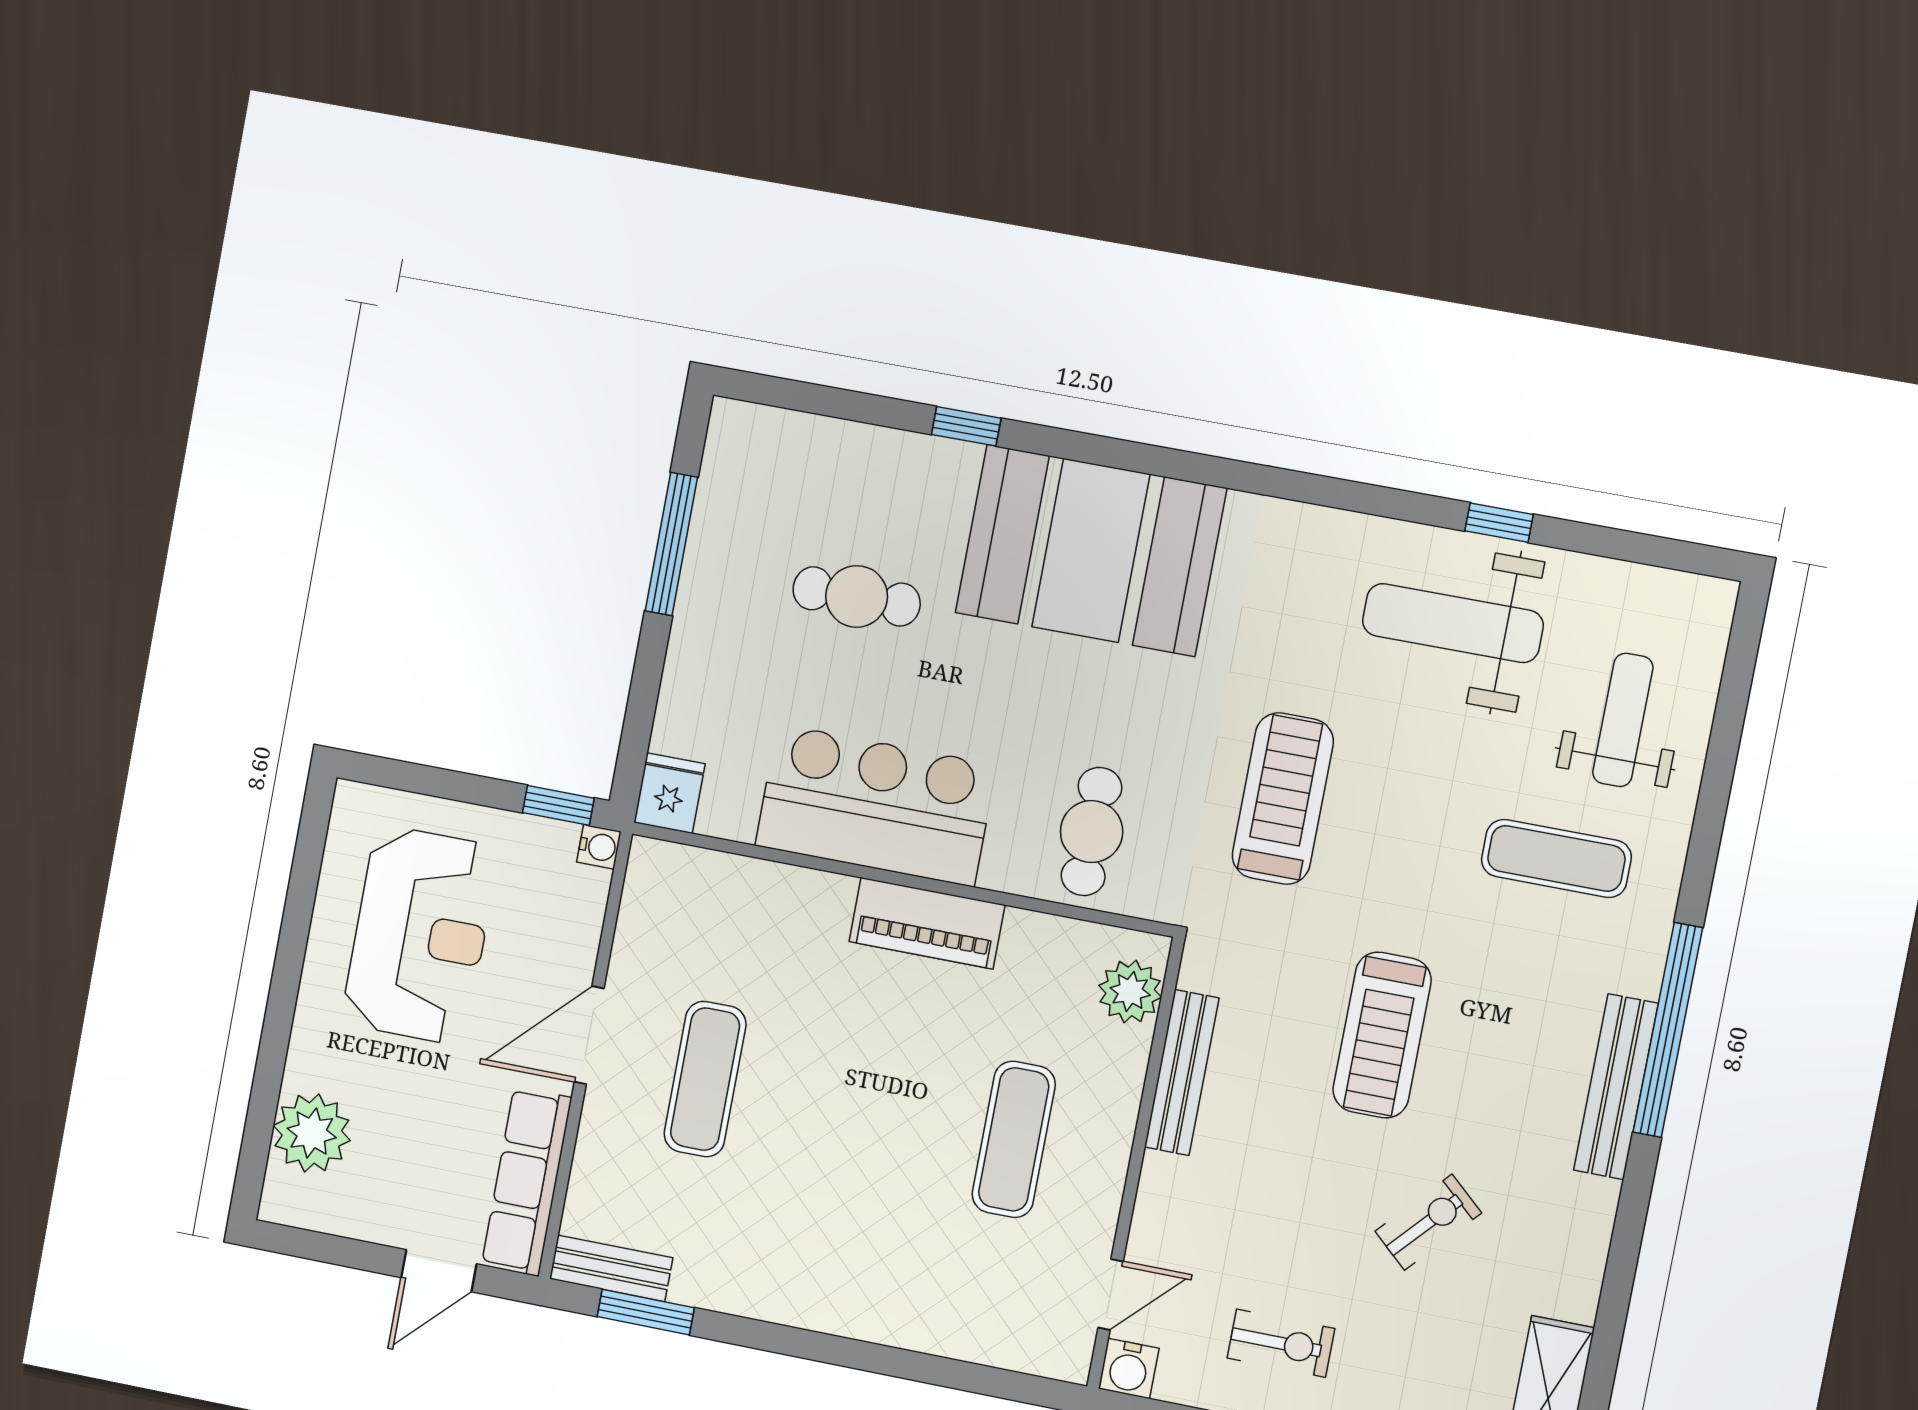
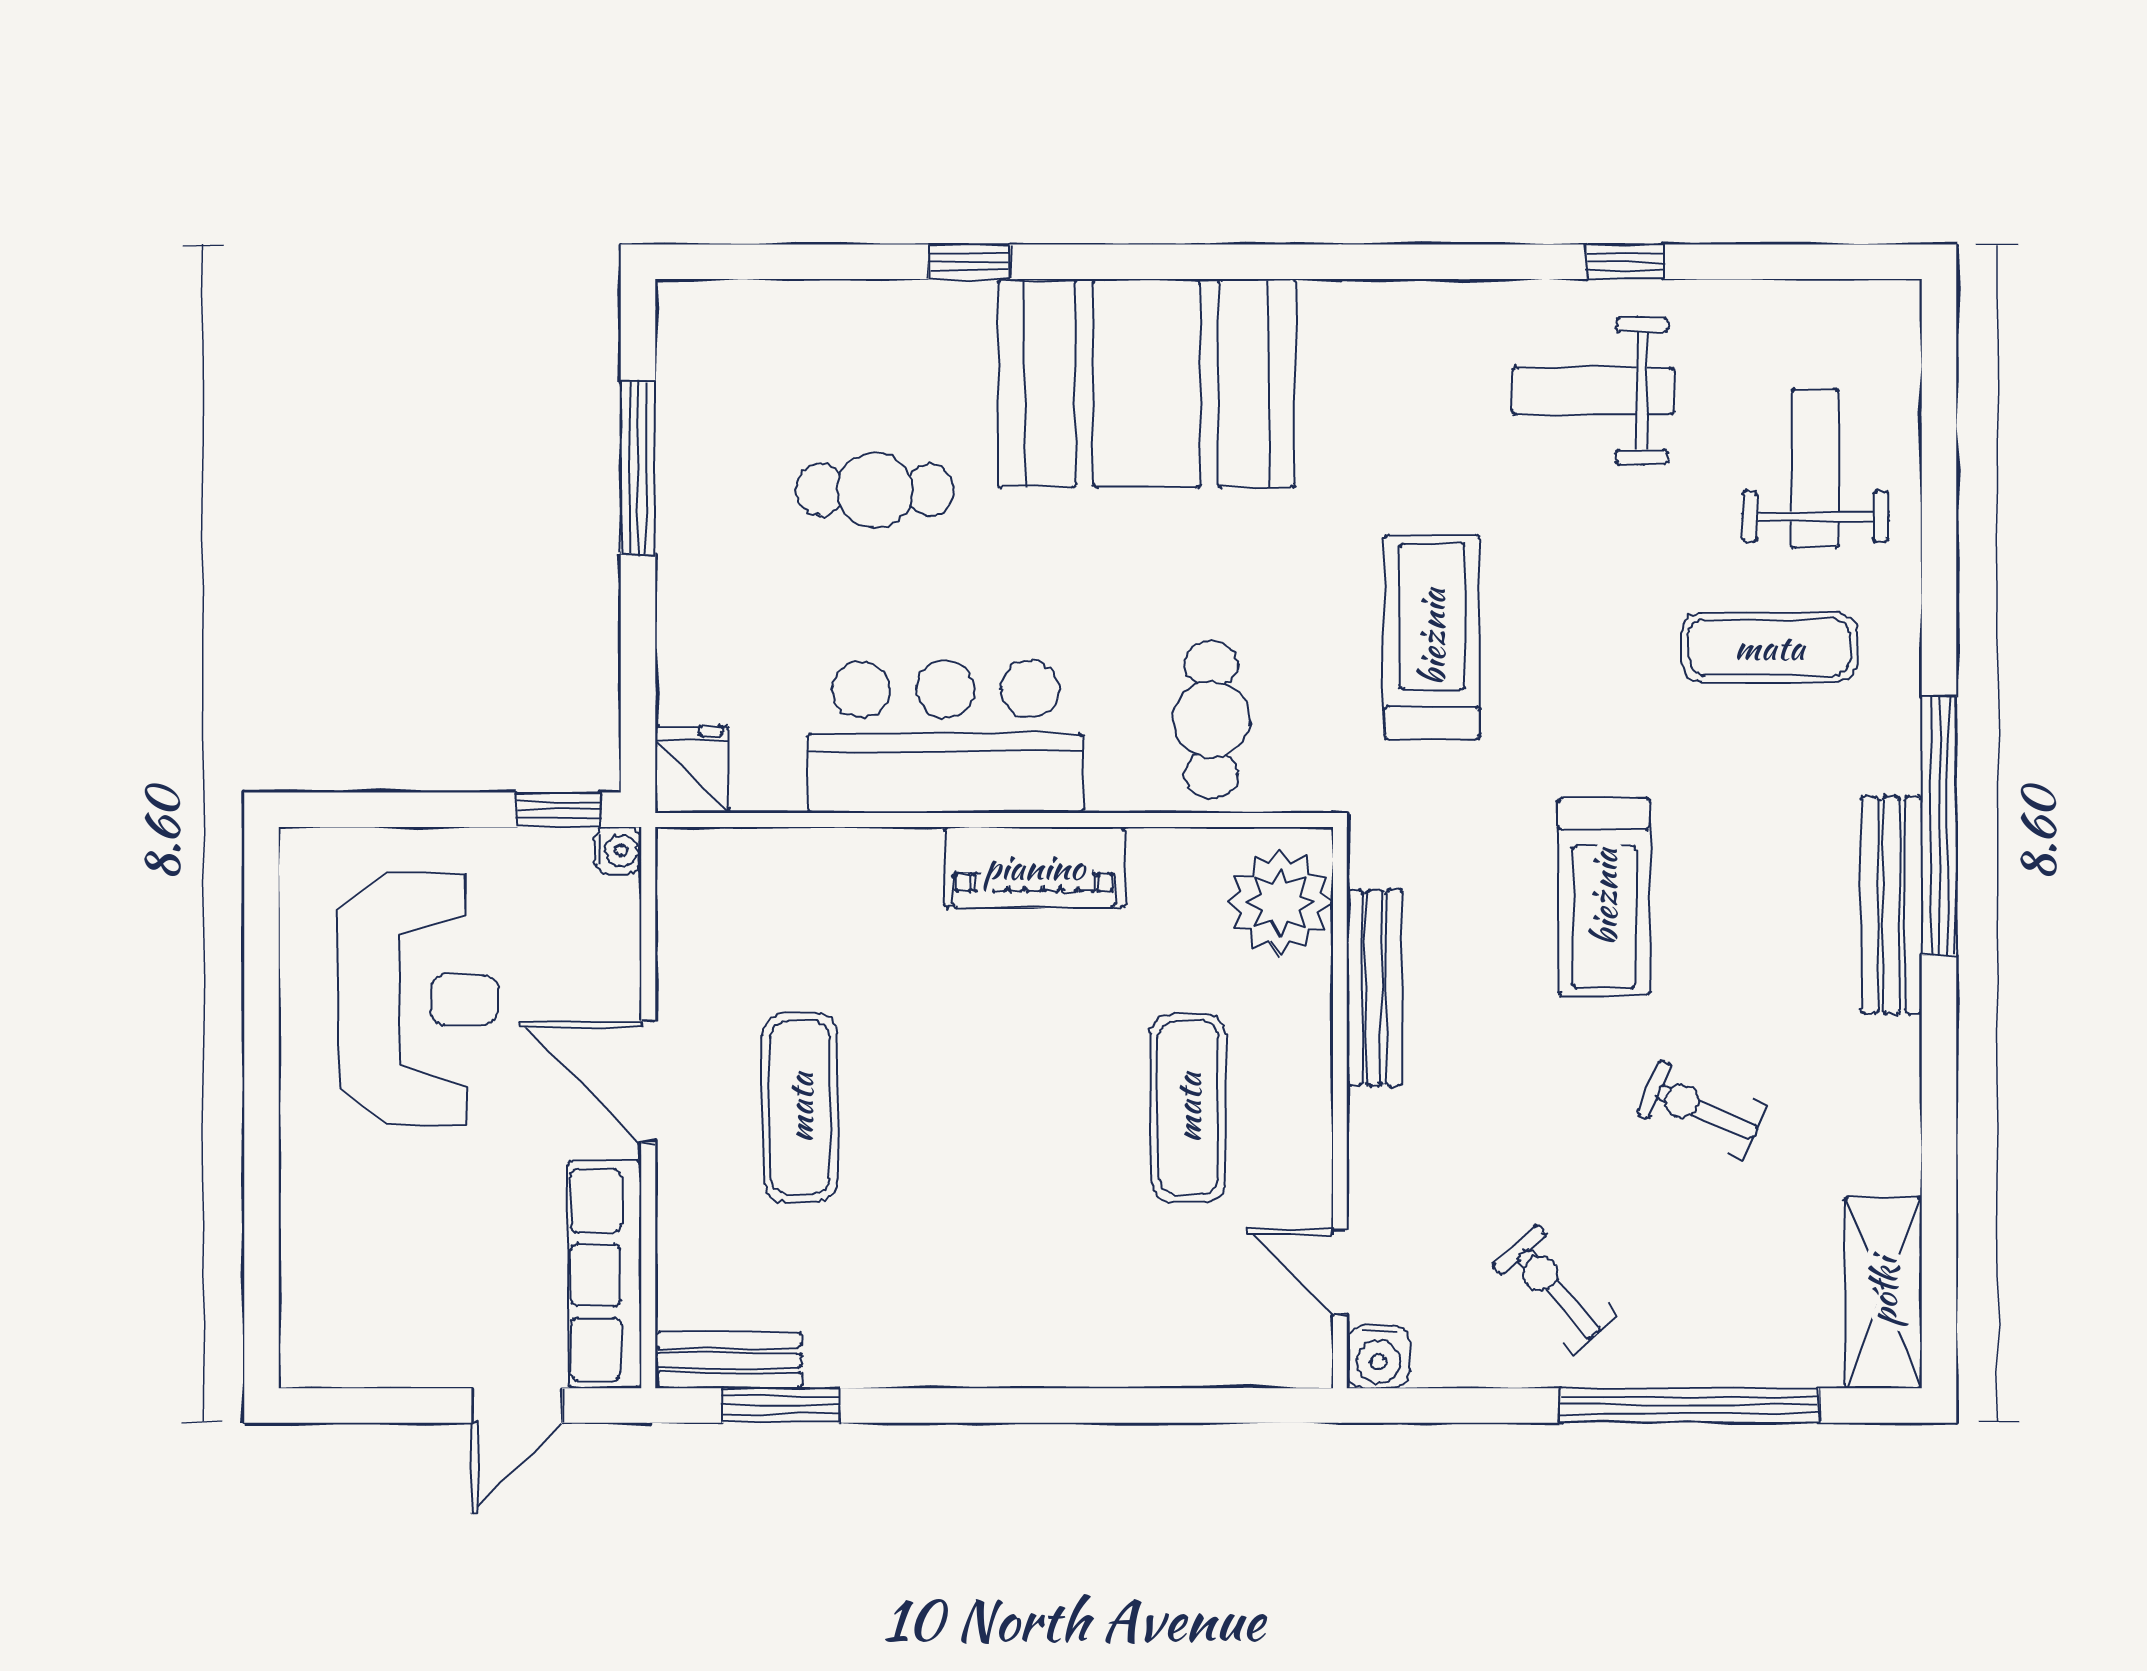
weight bench: (1453, 623) -> (1593, 391), width x0.73, depth x0.75
plant: (1130, 991) -> (1280, 902), width x1.36, depth x1.36
door: (589, 1035) -> (648, 1082), hinge flipped
plant: (312, 1133) -> (328, 1268), removed
exercise bike: (1428, 1222) -> (1702, 1110), turned -109
door: (1111, 1295) -> (1340, 1272), swing flipped
exercise bike: (1281, 1343) -> (1555, 1290), turned -132

